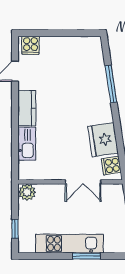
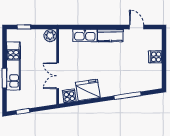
cooker: (30, 45) -> (155, 57), moved

